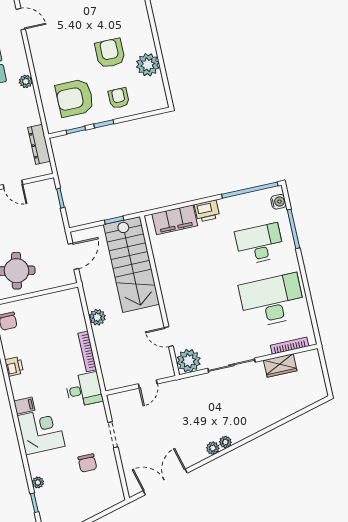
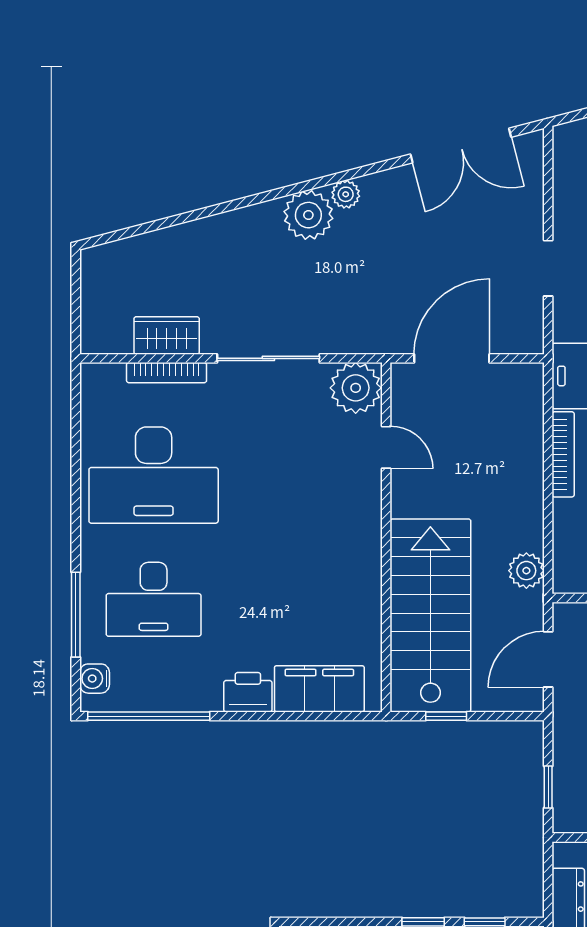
plant: (97, 317) -> (526, 571), moved
bookcase: (290, 346) -> (167, 373), moved
door: (148, 384) -> (452, 358), width x1.88
plant: (225, 442) -> (308, 215), width x1.87, depth x1.87

